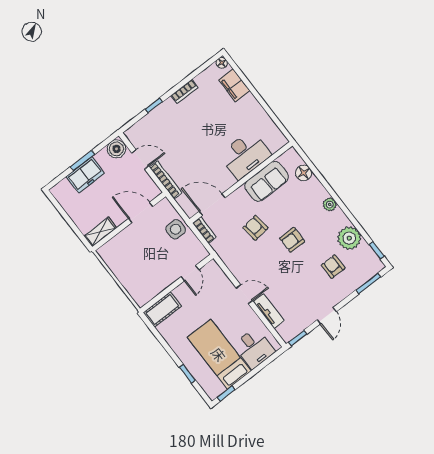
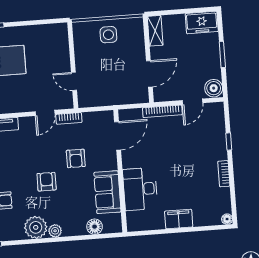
filing cabinet: (234, 85) -> (179, 219), moved
freezer: (85, 175) -> (202, 23), moved, turned -90
armchair: (255, 228) -> (76, 158), turned 97
side table: (176, 229) -> (108, 35), moved
bookcase: (205, 230) -> (69, 118), moved
plant: (349, 238) -> (36, 227), moved
door: (244, 294) -> (45, 113), moved
cot: (162, 309) -> (59, 40), removed

